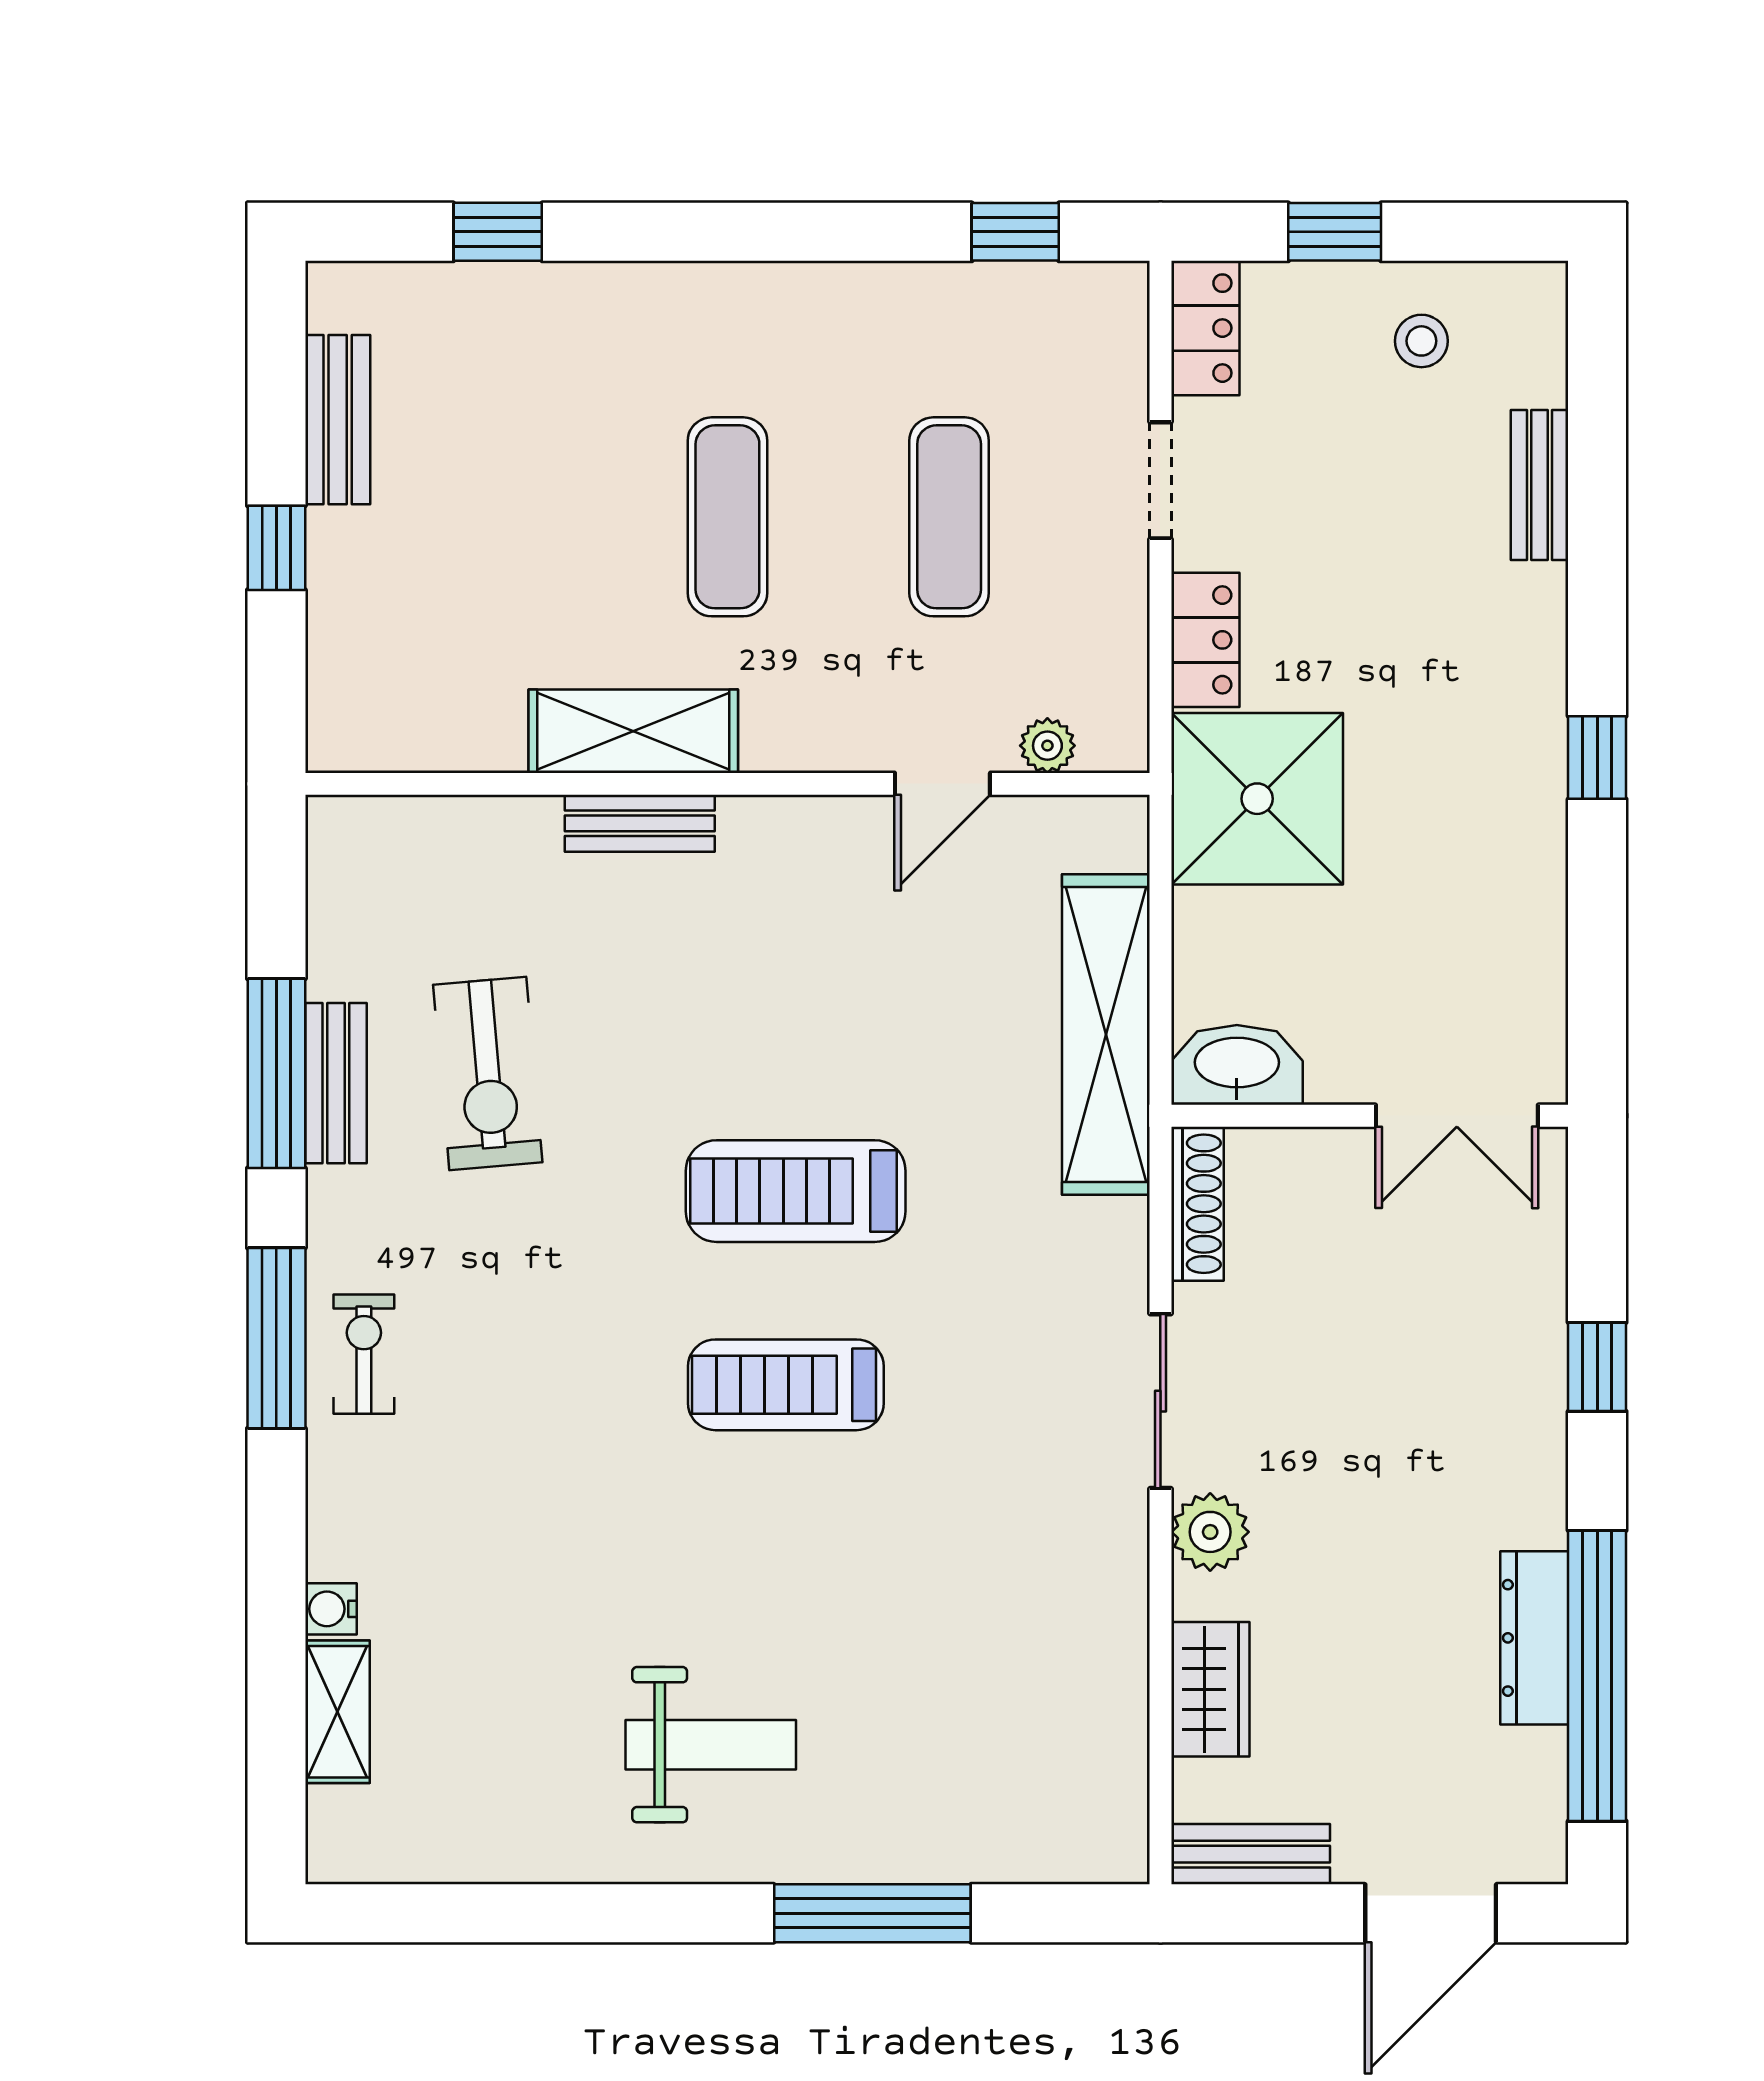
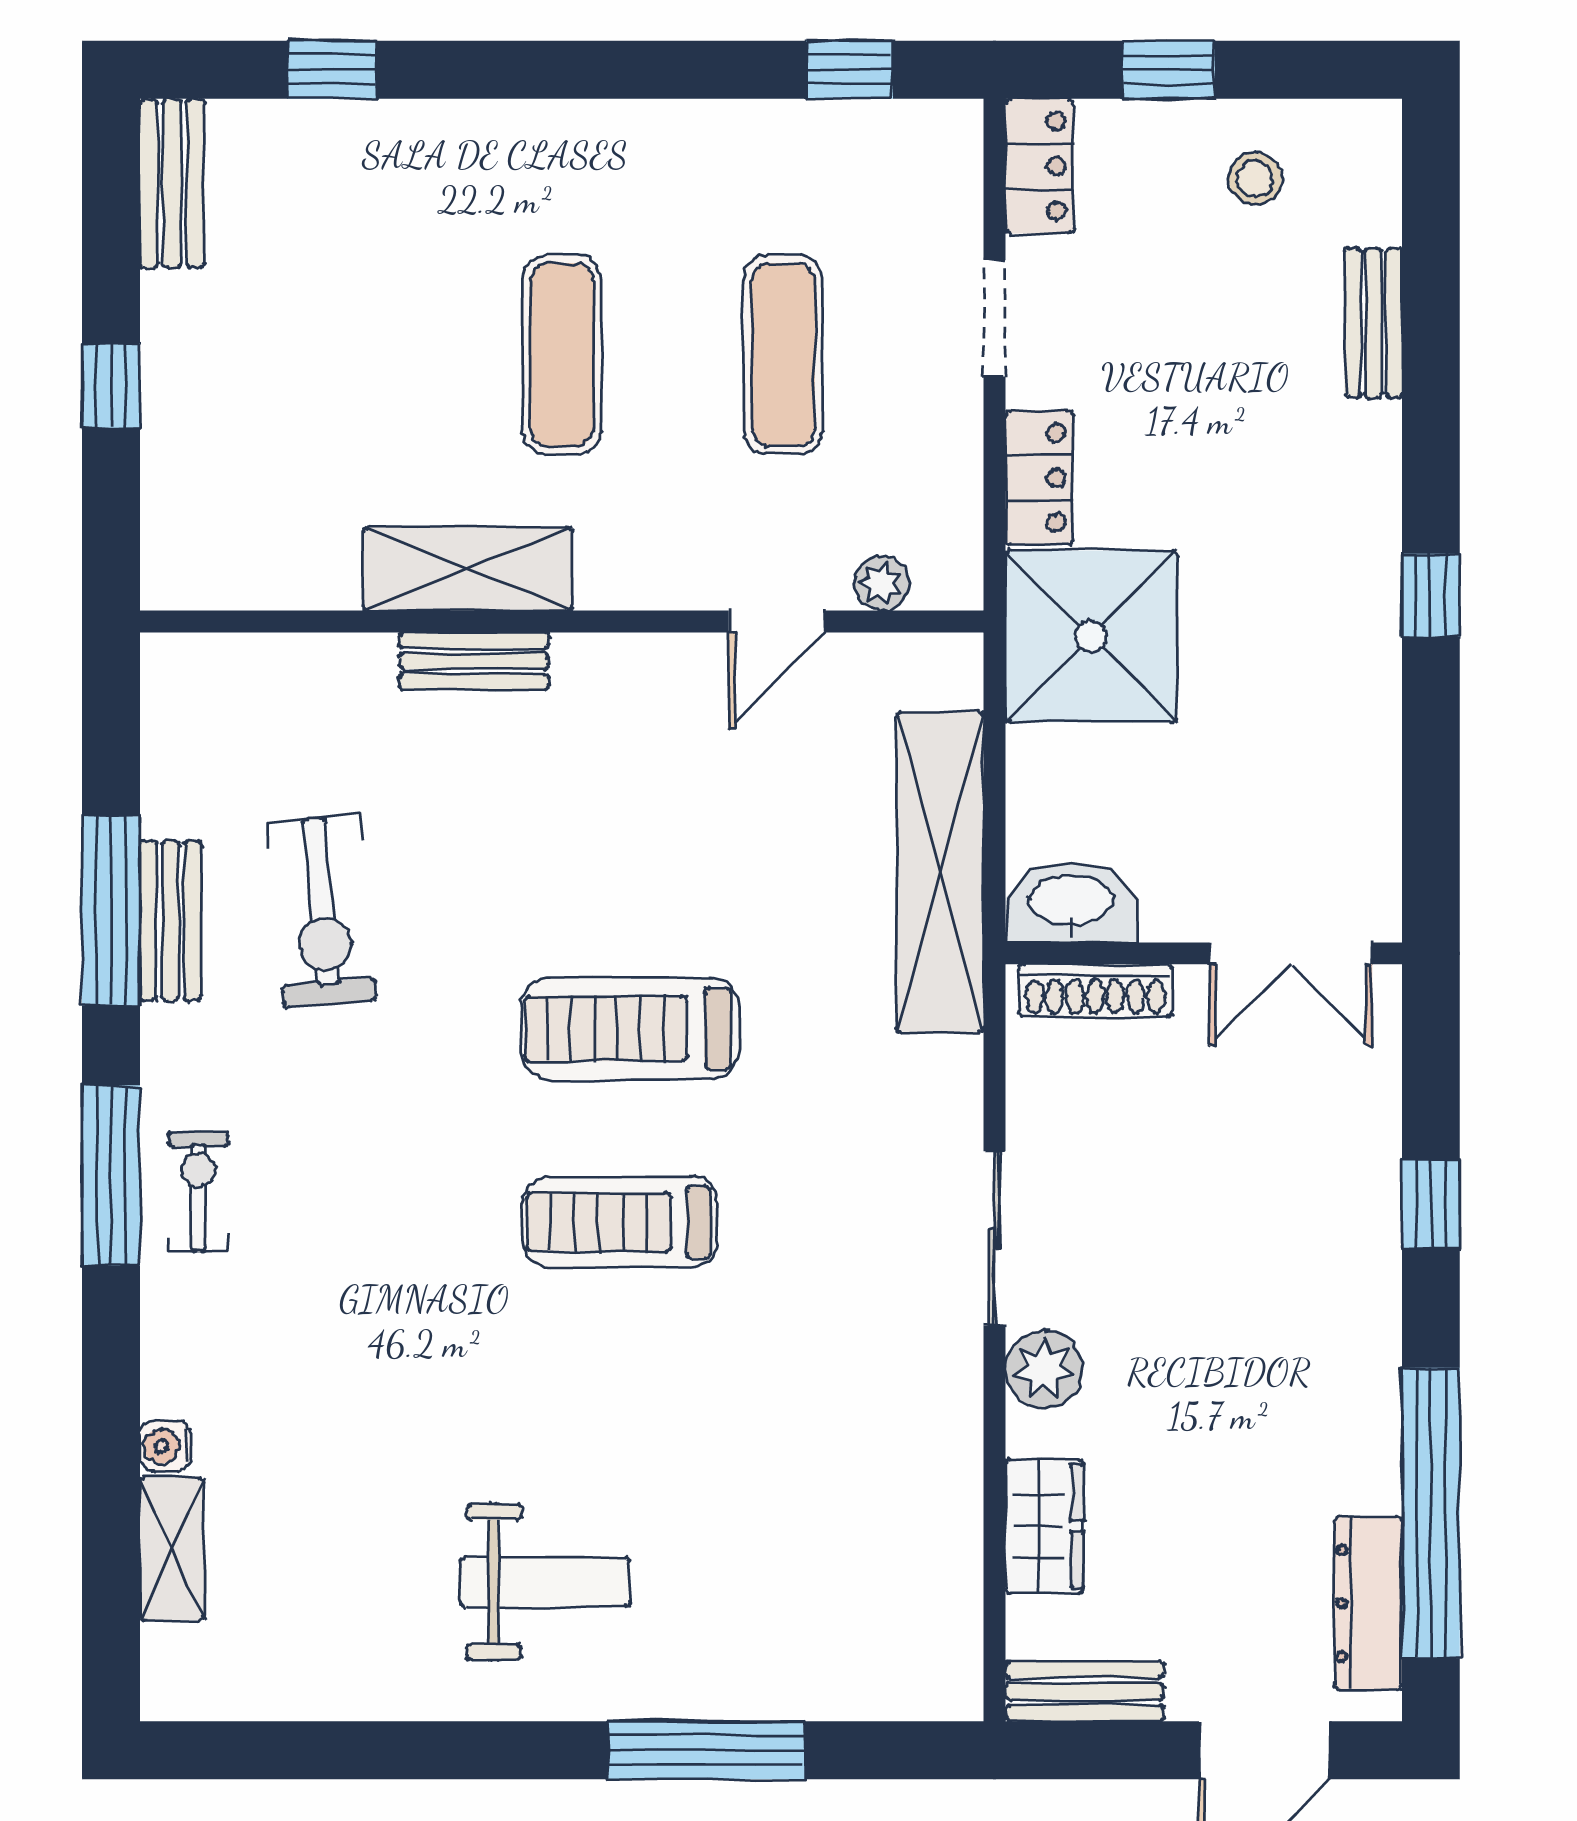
bench: (338, 420) -> (172, 183), moved
shoe rack: (1198, 1204) -> (1095, 990), moved, turned 90
dresser: (1534, 1638) -> (1368, 1603), moved

